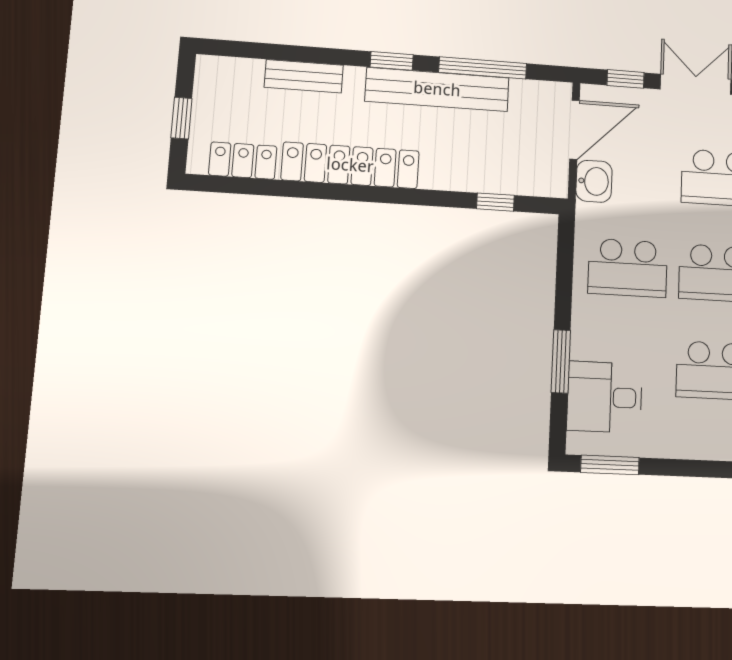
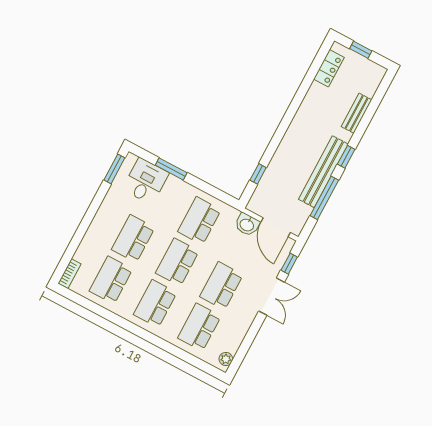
locker: (350, 165) -> (305, 115), removed

